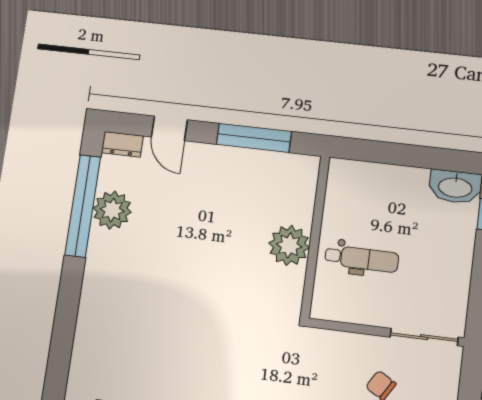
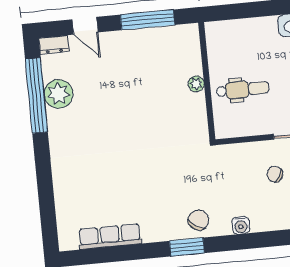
plant: (289, 245) -> (196, 84), width x0.53, depth x0.53

